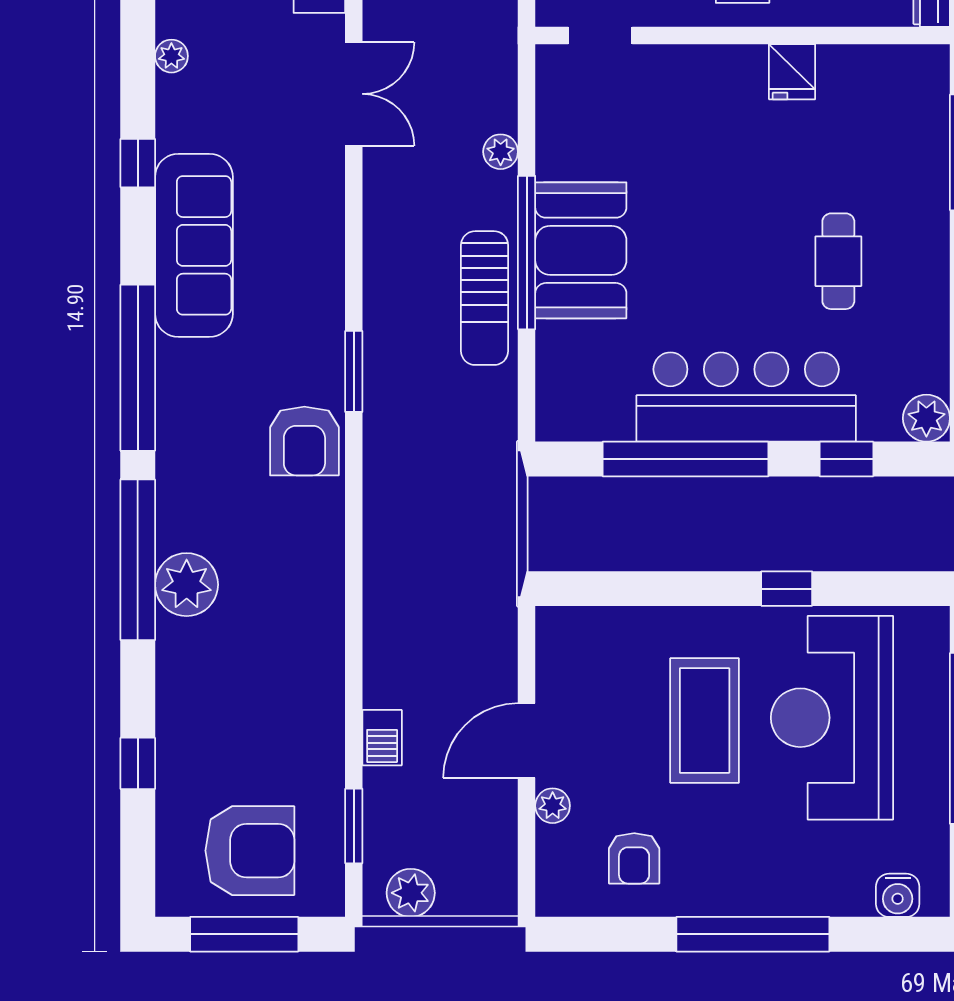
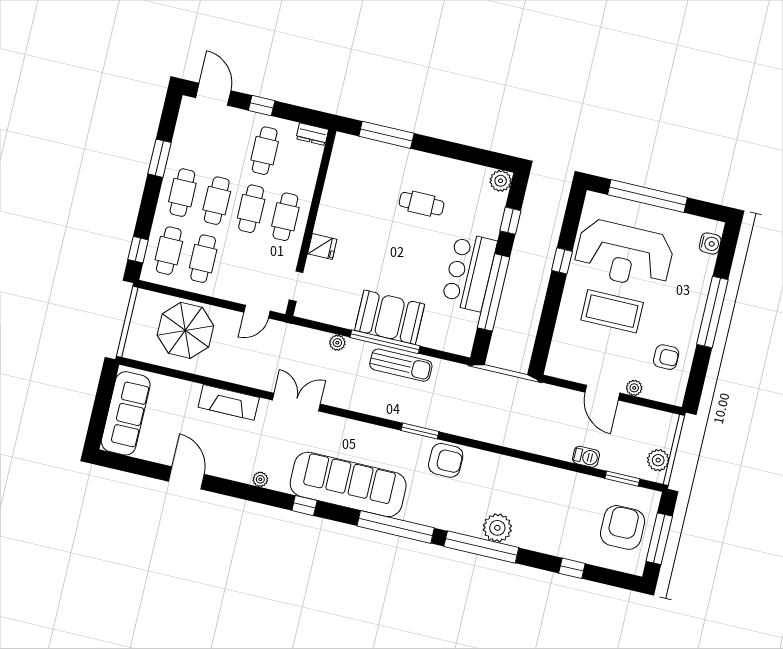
fridge: (792, 72) -> (322, 246), moved
sofa: (194, 245) -> (348, 484), width x1.36, depth x1.27
bar counter: (746, 397) -> (469, 272), width x0.73

